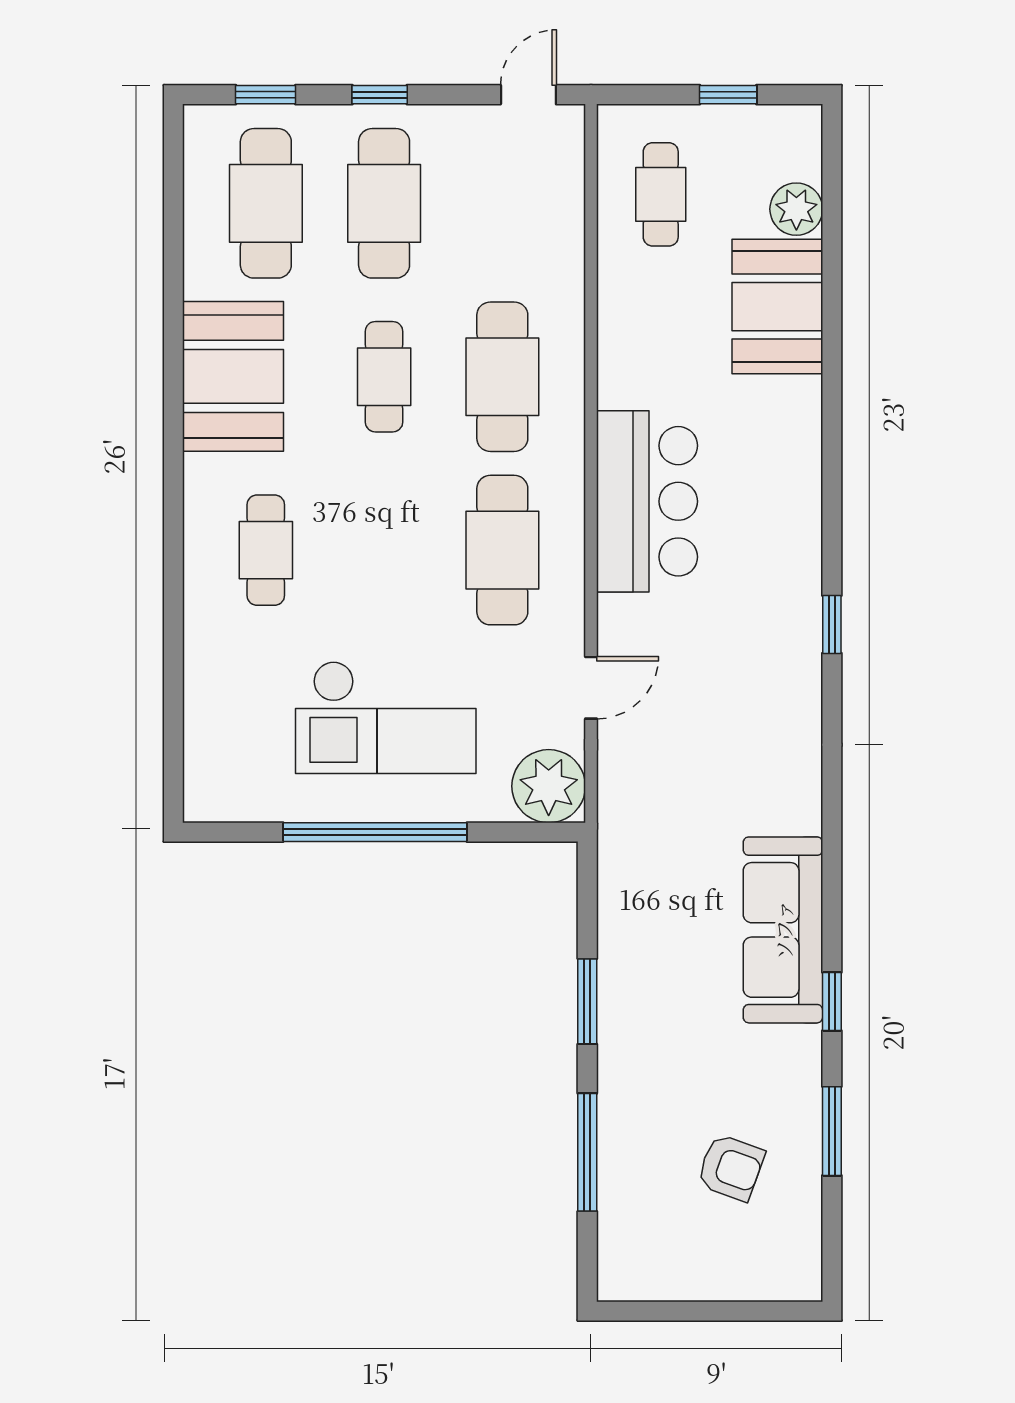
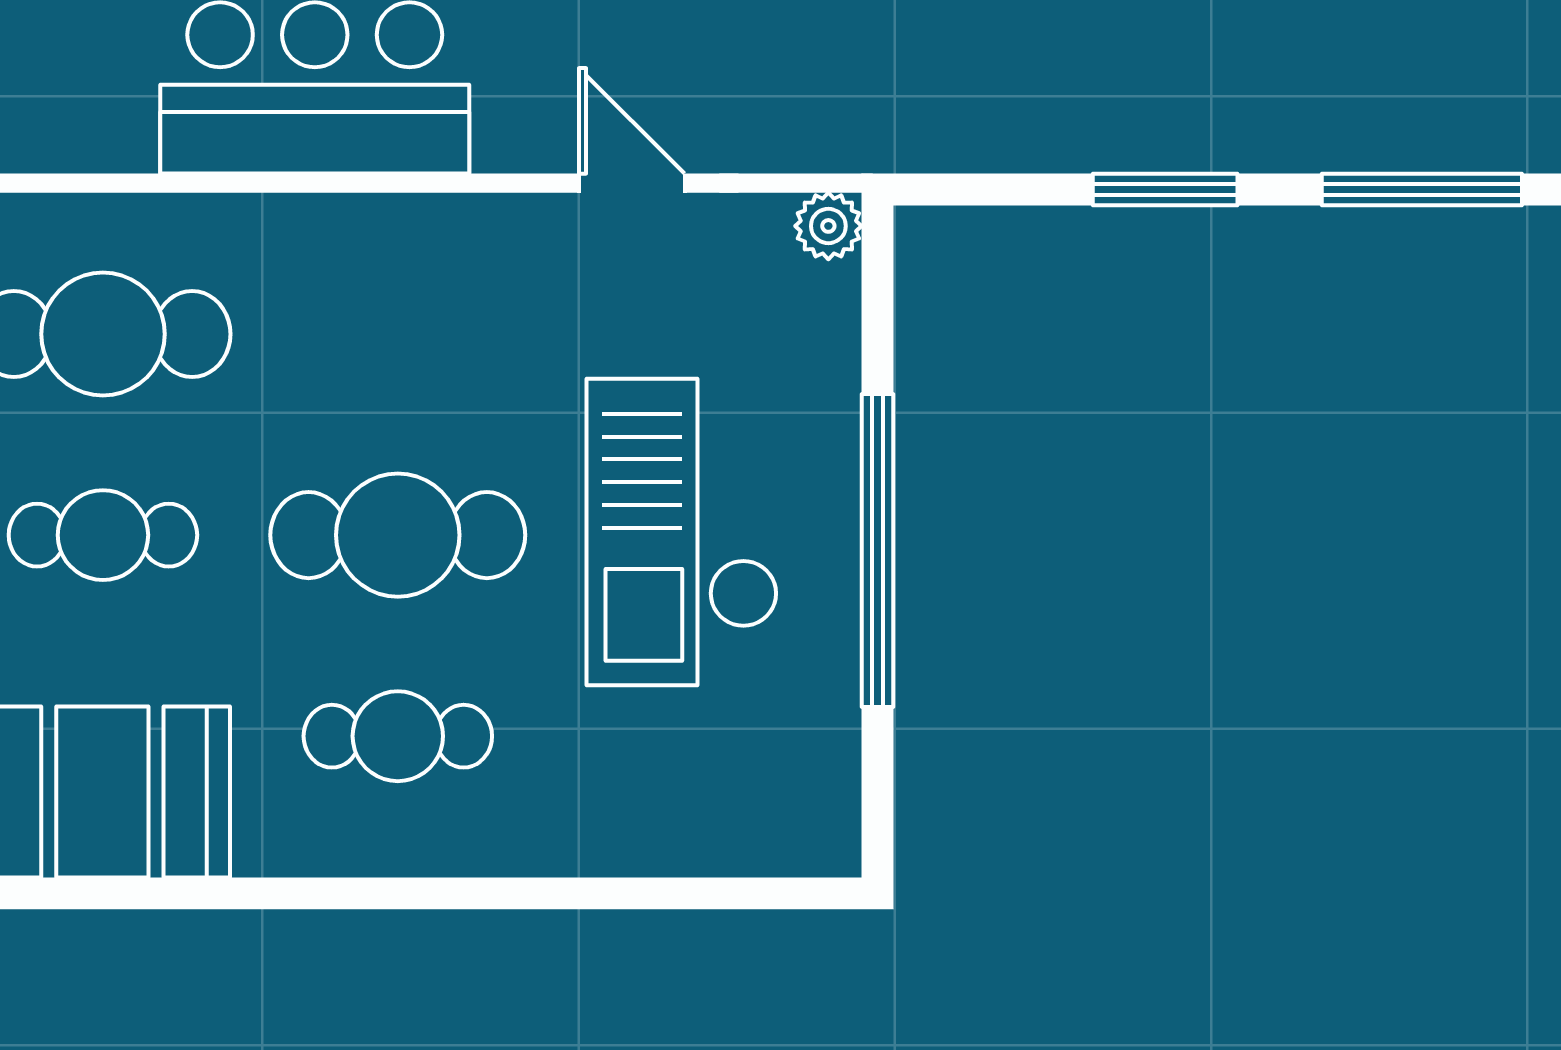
cafe table: (502, 550) -> (398, 535), moved
checkout: (386, 717) -> (682, 532), turned 180
plant: (549, 786) -> (828, 226), width x0.53, depth x0.53

